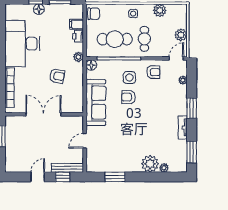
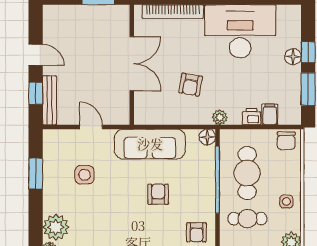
side table: (129, 78) -> (84, 175), moved

